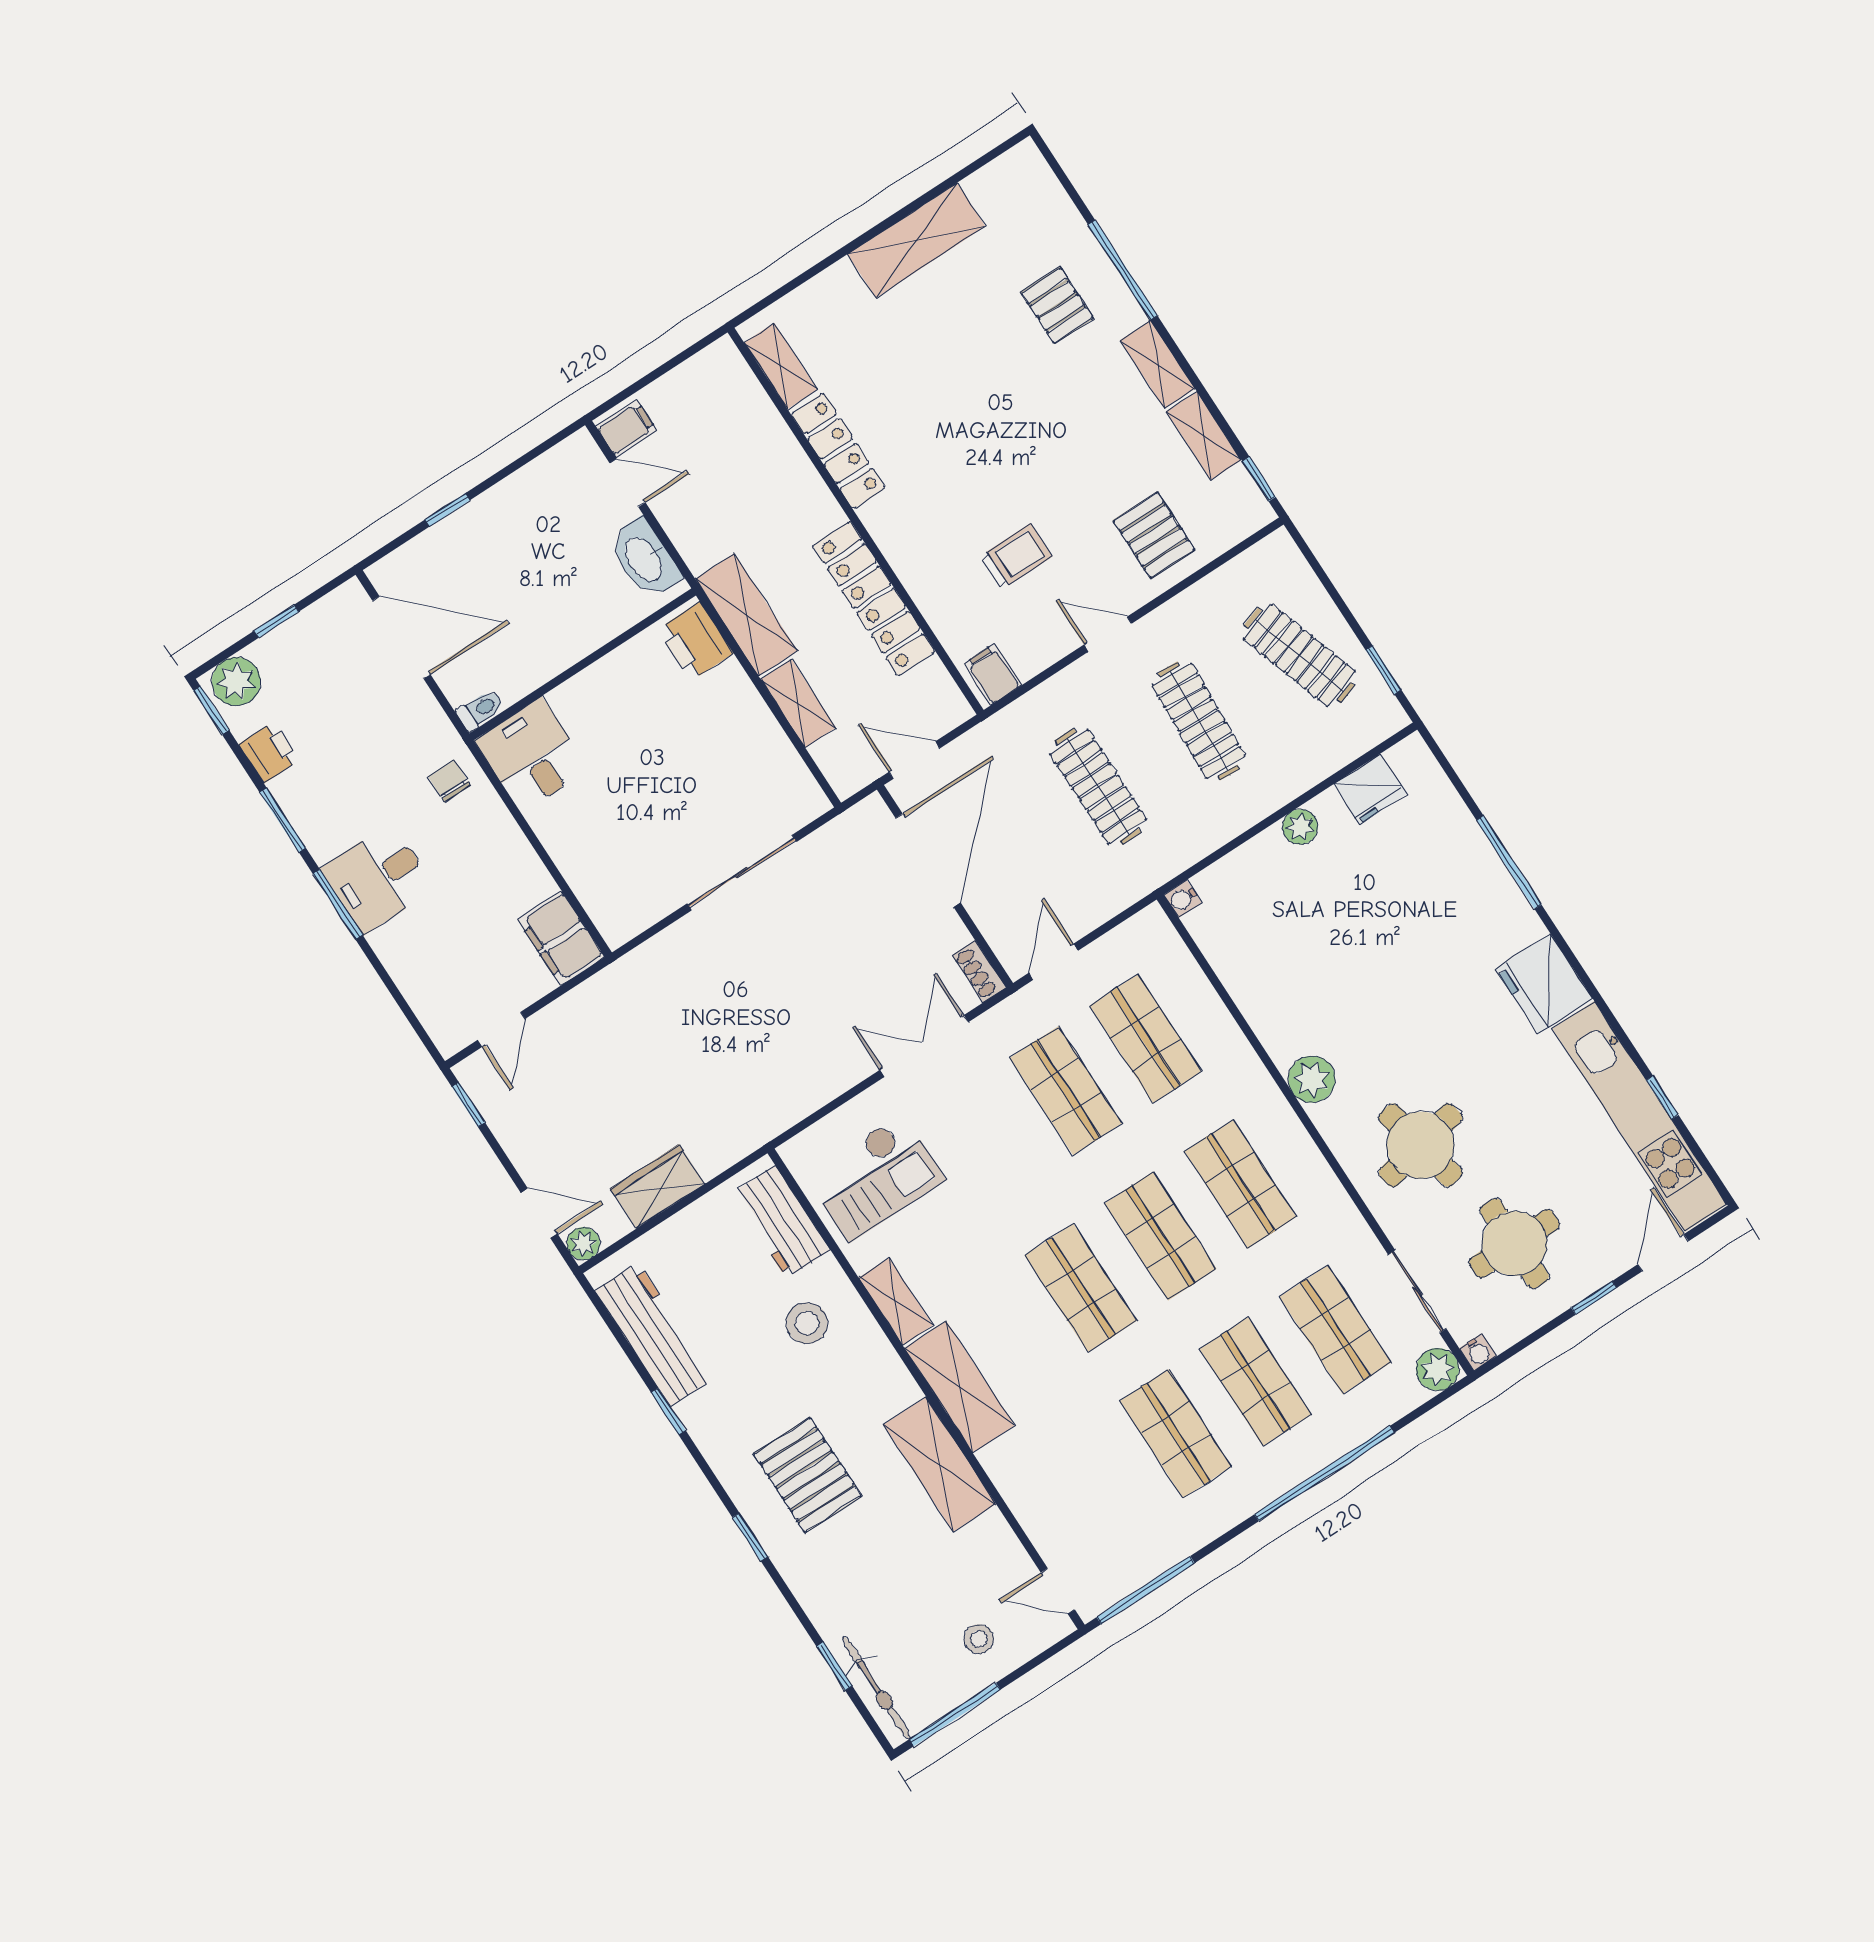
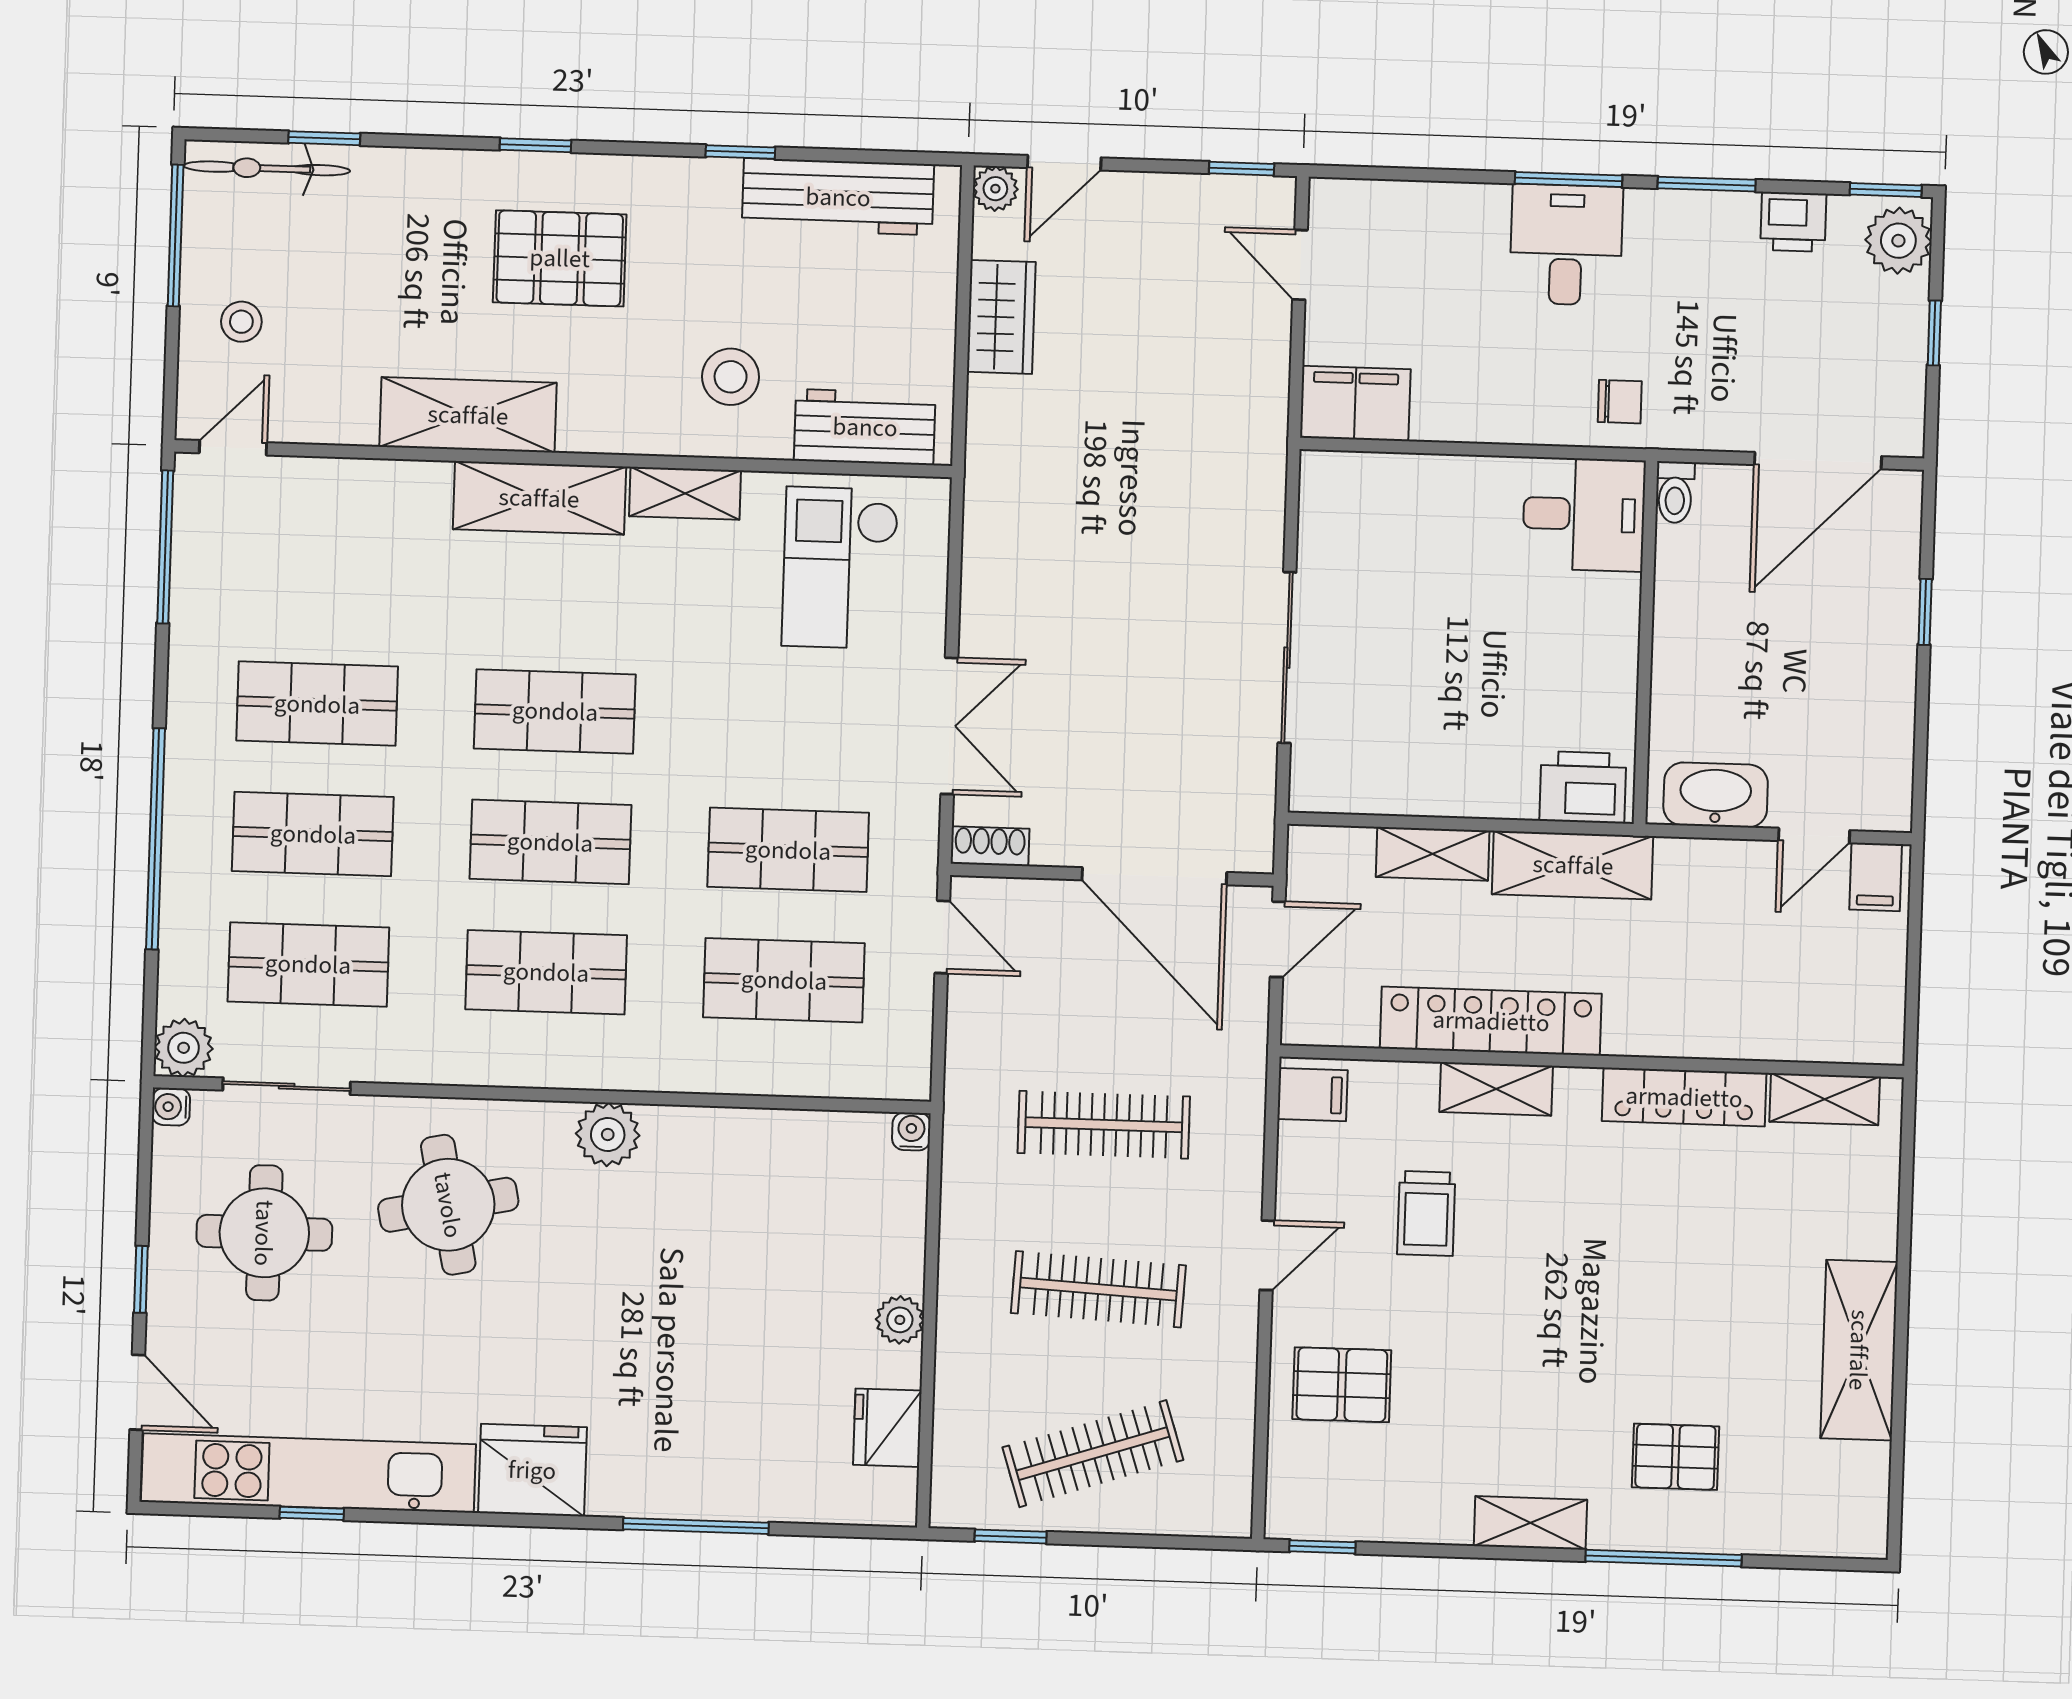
shelving: (1204, 436) -> (1496, 1089), moved

